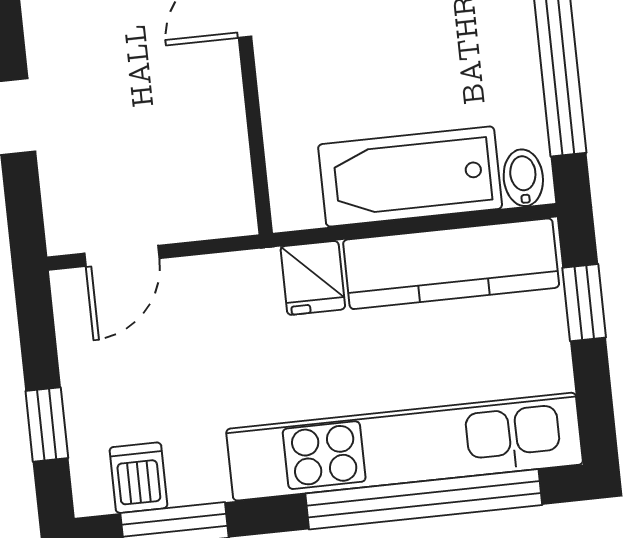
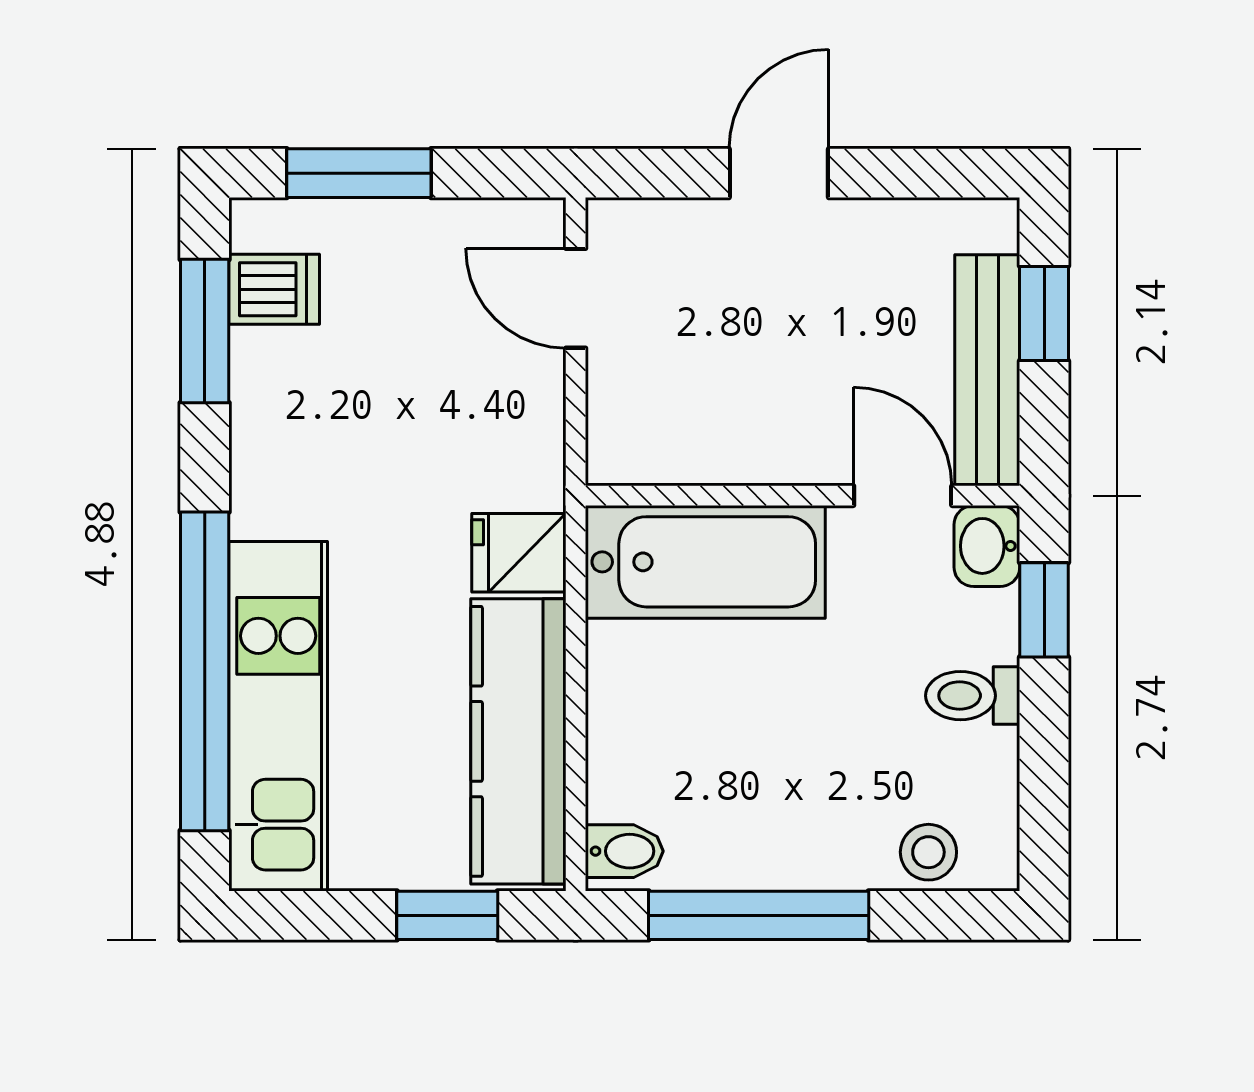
bathtub: (410, 177) -> (705, 562), moved, turned 90
window: (47, 424) -> (359, 173), width x1.50
kitchen unit: (405, 447) -> (278, 716), width x0.73

